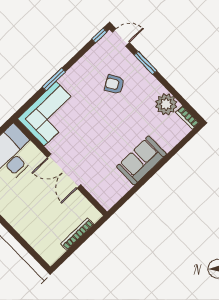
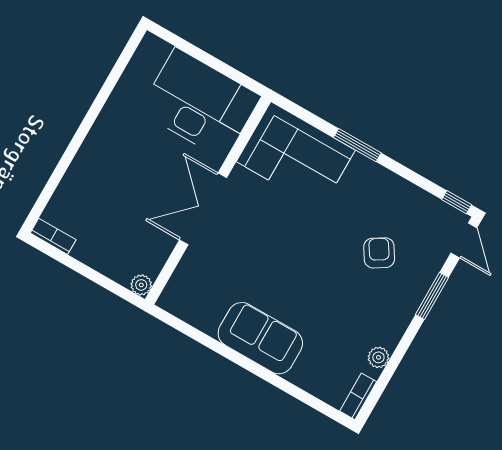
plant: (166, 104) -> (378, 357), width x0.53, depth x0.53
plant: (95, 216) -> (141, 285), added
bookcase: (77, 234) -> (53, 236), moved, width x0.64

